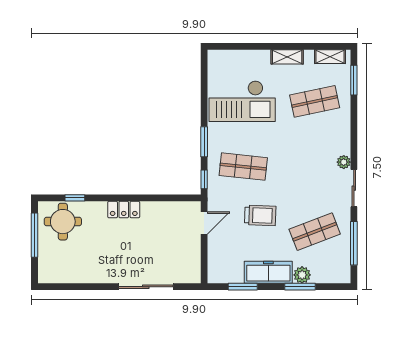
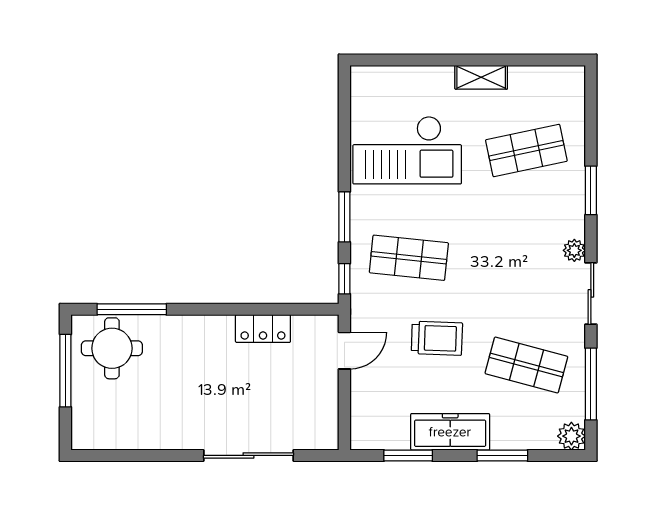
shelving: (330, 57) -> (552, 77), removed
window: (354, 80) -> (591, 190), moved
window: (75, 198) -> (132, 309), width x2.17
locker: (124, 210) -> (263, 329), moved
shop shelf: (315, 232) -> (526, 365), turned 36
plant: (302, 275) -> (571, 436), moved

